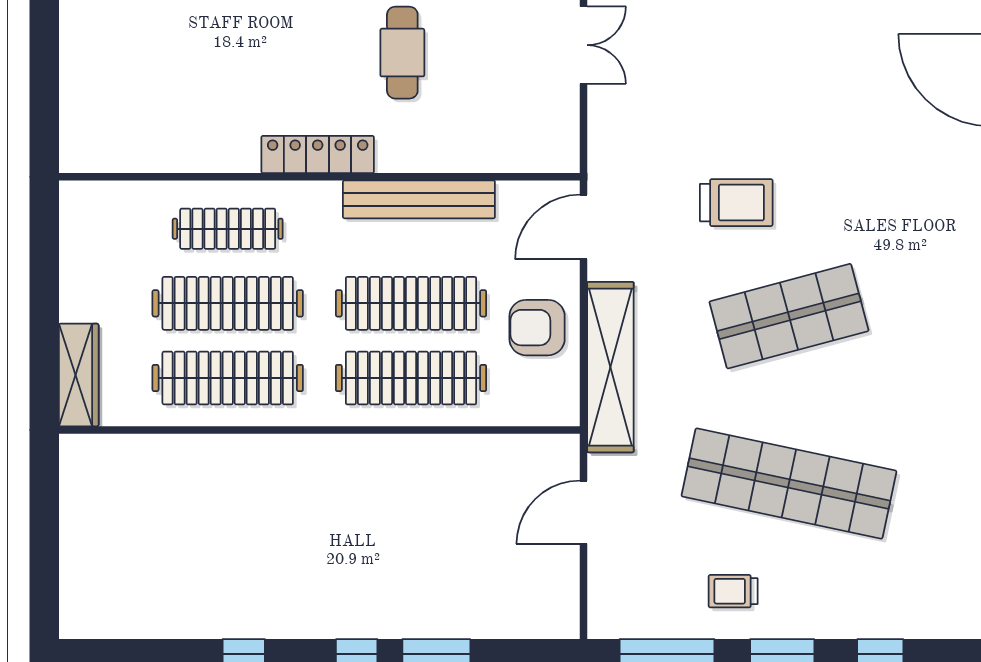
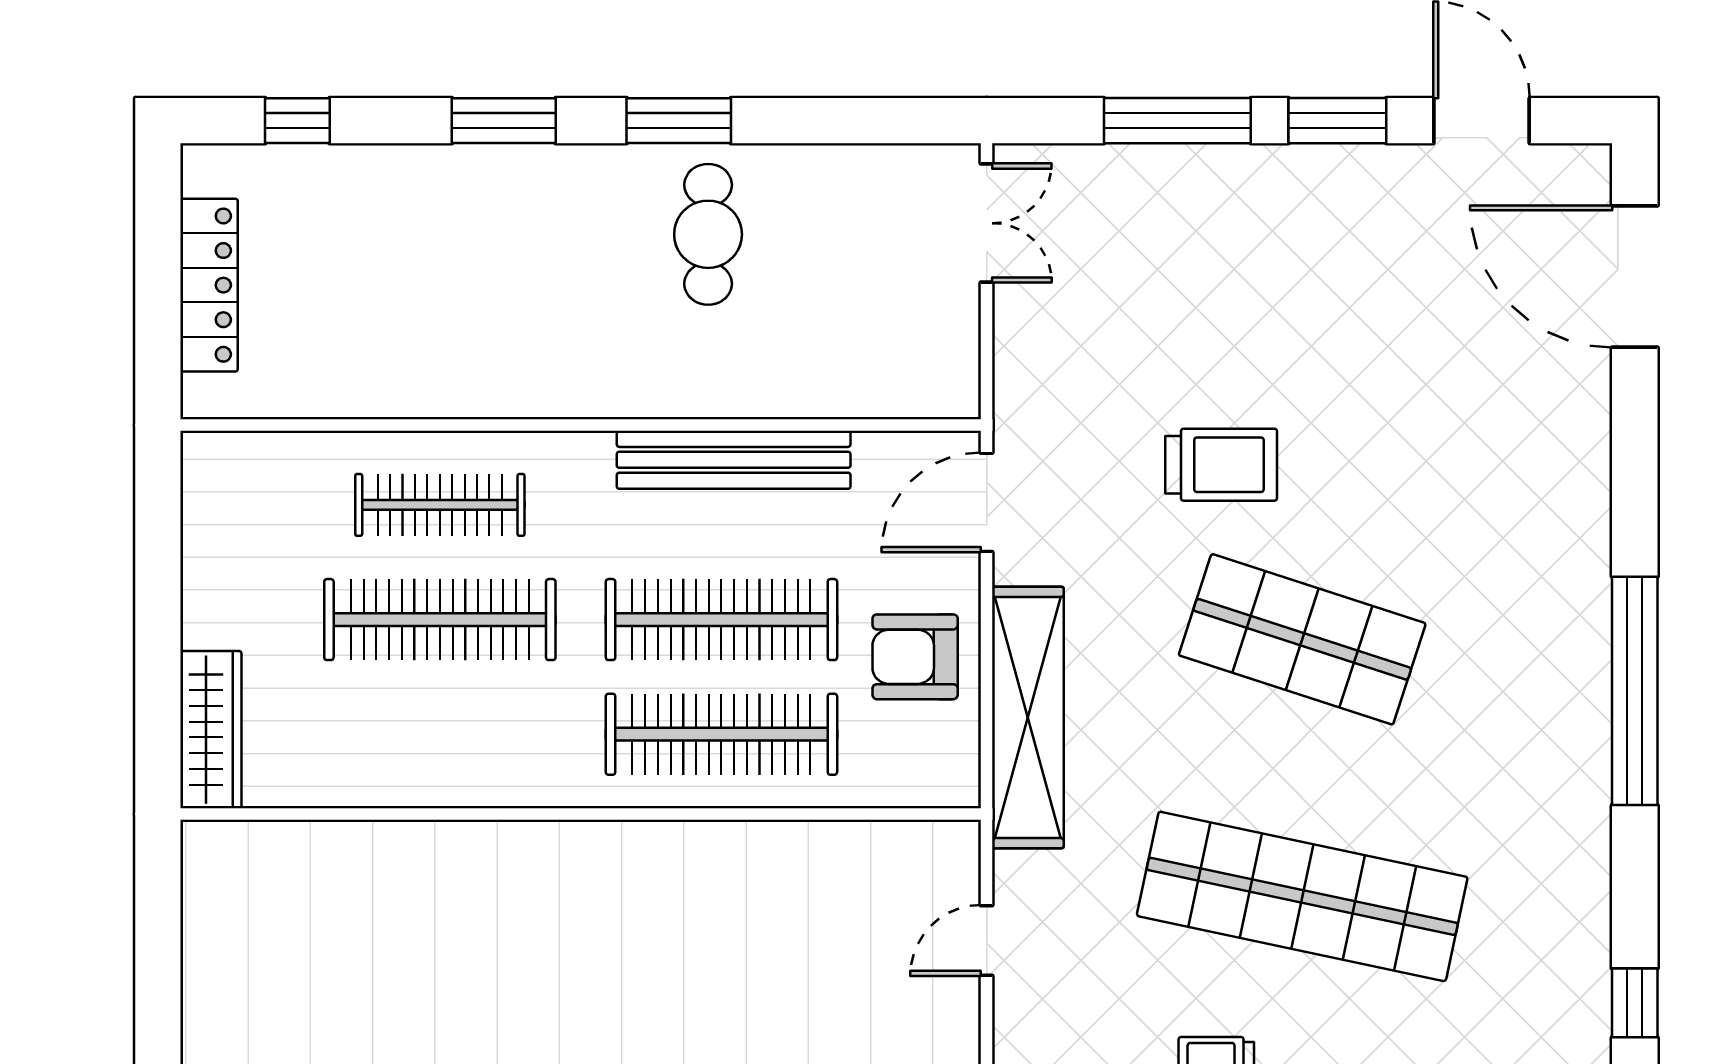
locker: (318, 154) -> (209, 285), moved, turned 90
shop shelf: (789, 316) -> (1302, 639), turned 33
clothes rail: (228, 378) -> (440, 734), removed
door: (584, 512) -> (987, 940), width x0.73

